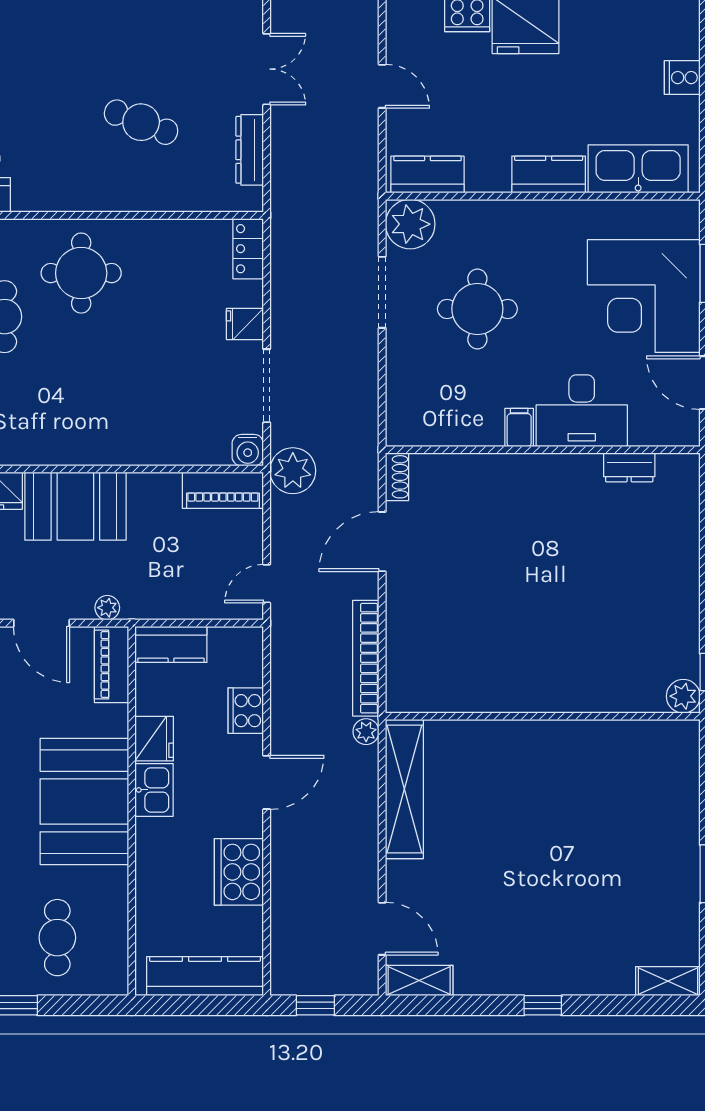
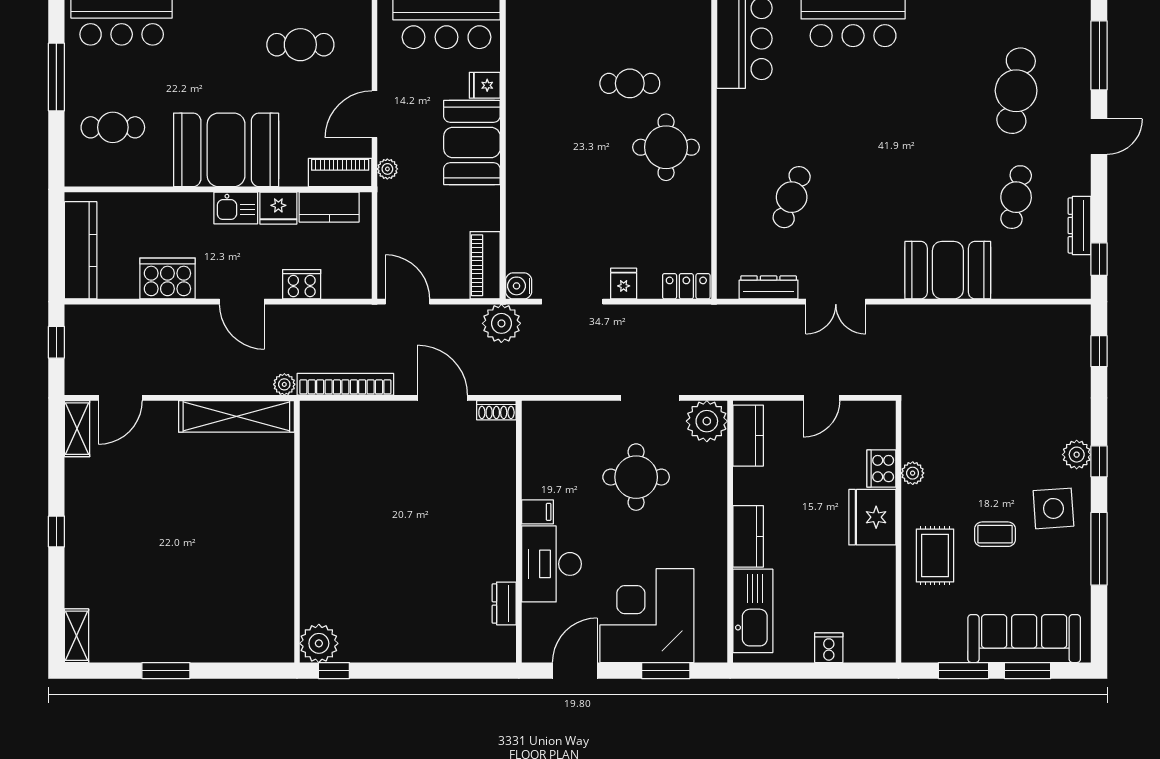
door: (267, 584) -> (407, 302), width x1.38
kitchen counter: (171, 644) -> (329, 207), moved, turned -90
plant: (683, 696) -> (319, 643), width x1.36, depth x1.36

